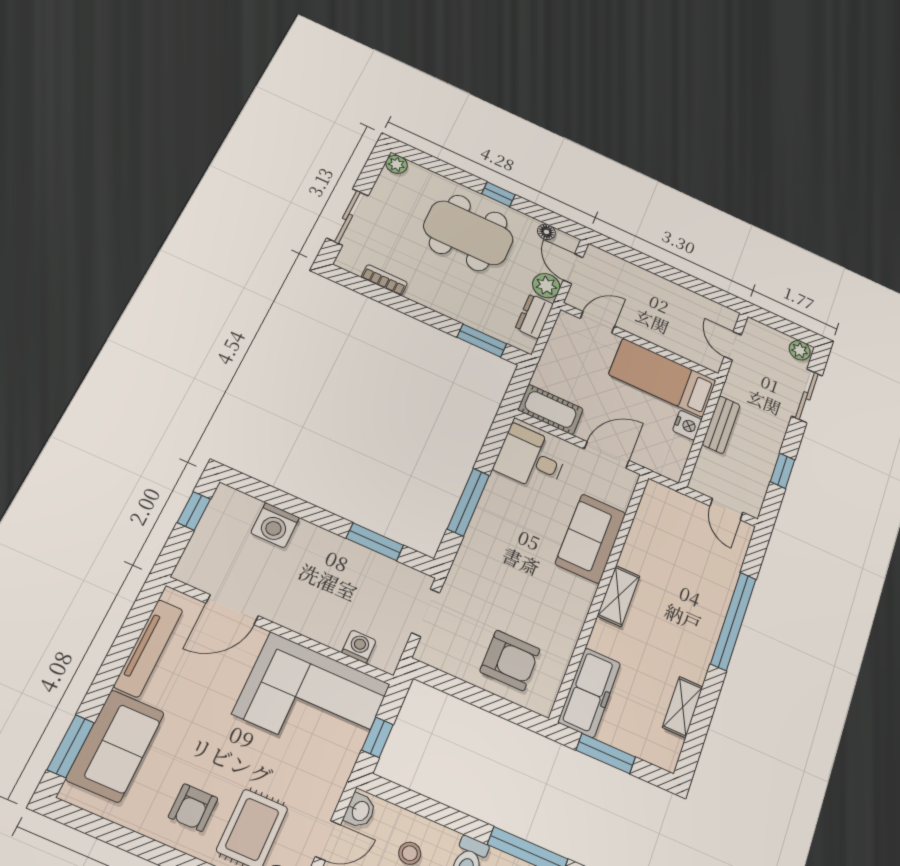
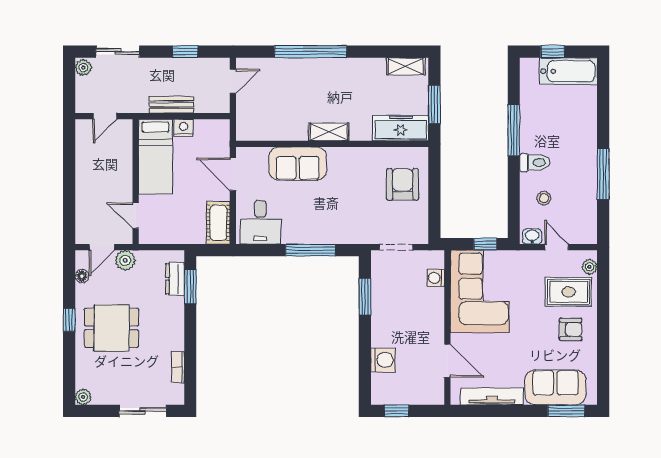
dining table: (468, 233) -> (112, 328), width x0.73
dresser: (534, 316) -> (175, 279), moved, turned 90
shelving: (683, 707) -> (406, 66), moved

